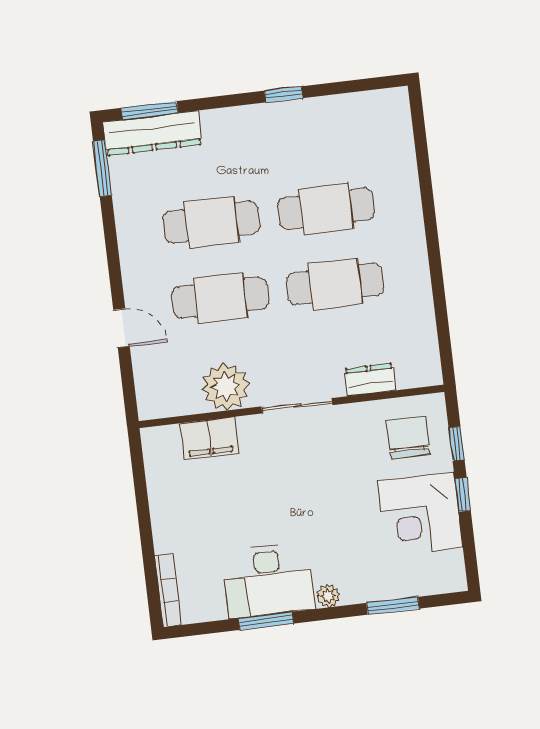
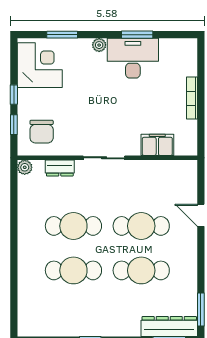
plant: (226, 387) -> (25, 167), moved, width x0.53, depth x0.53
corner desk: (421, 514) -> (40, 65), moved
bookcase: (168, 590) -> (192, 98), moved

